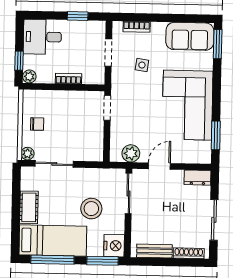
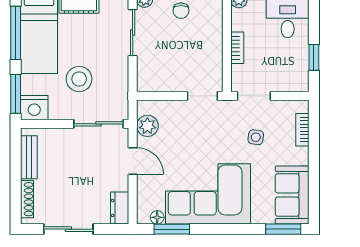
doorway: (108, 53) -> (254, 96), moved
floor lamp: (206, 147) -> (157, 217), added

